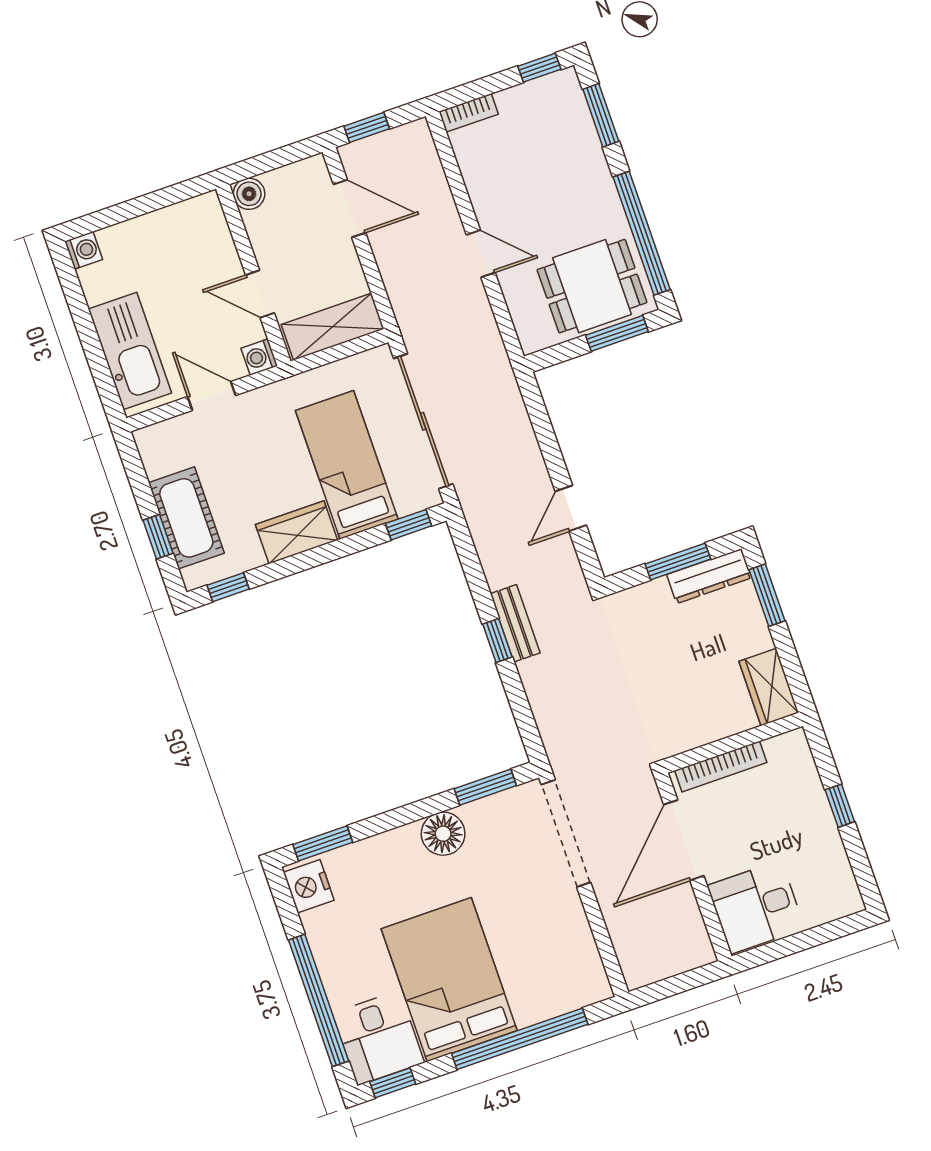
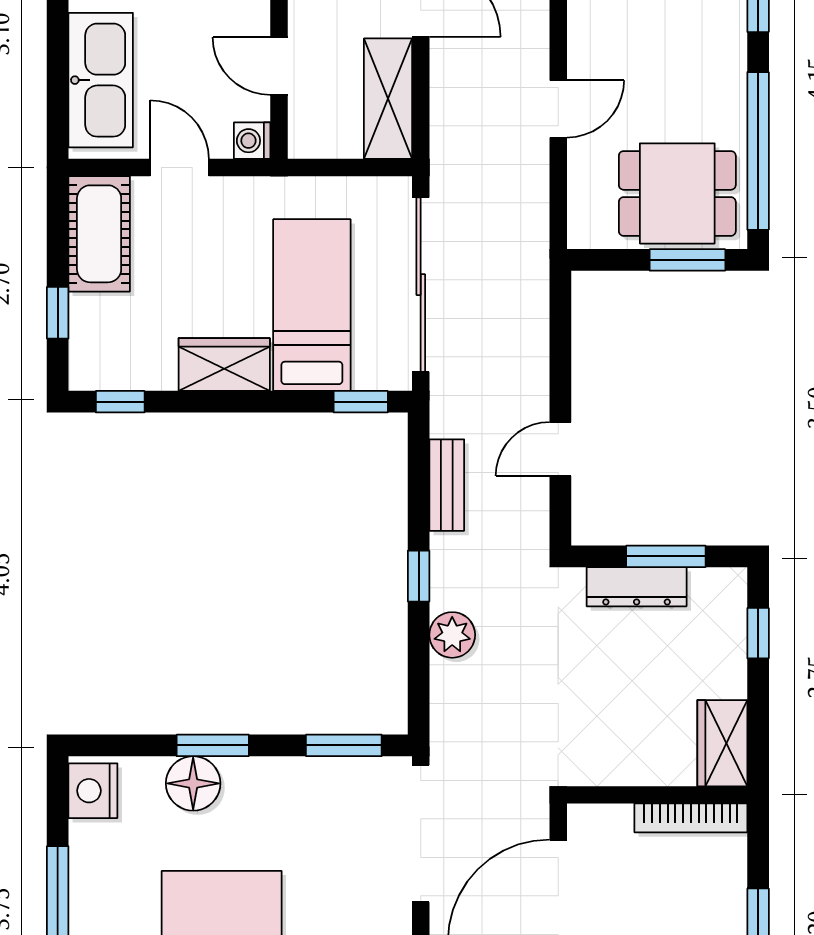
door: (481, 254) -> (558, 109), hinge flipped
shelving: (333, 327) -> (388, 99), moved, turned 90
cot: (186, 518) -> (99, 234), moved
dresser: (709, 576) -> (637, 587), moved
window: (767, 595) -> (758, 633), width x0.67
bench: (515, 623) -> (447, 485), moved
plant: (538, 676) -> (452, 635), added
bookcase: (721, 766) -> (691, 818), moved
floor lamp: (443, 834) -> (193, 783), moved
window: (323, 843) -> (213, 745), moved

